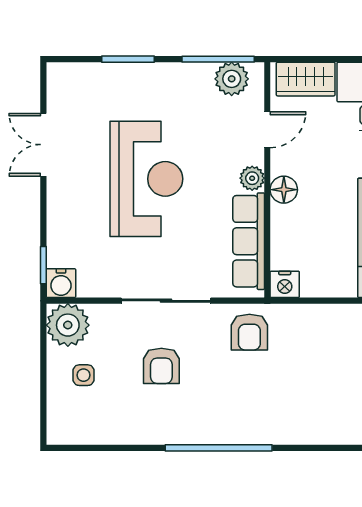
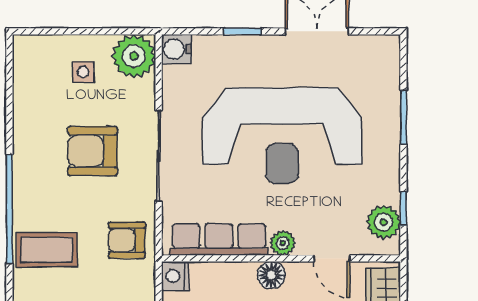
window: (218, 59) -> (403, 208), width x0.46
reception desk: (146, 179) -> (282, 136), width x1.36, depth x1.30
window: (43, 265) -> (242, 31), moved
armchair: (161, 366) -> (93, 151), width x1.38, depth x1.38
coffee table: (259, 411) -> (47, 250), added

